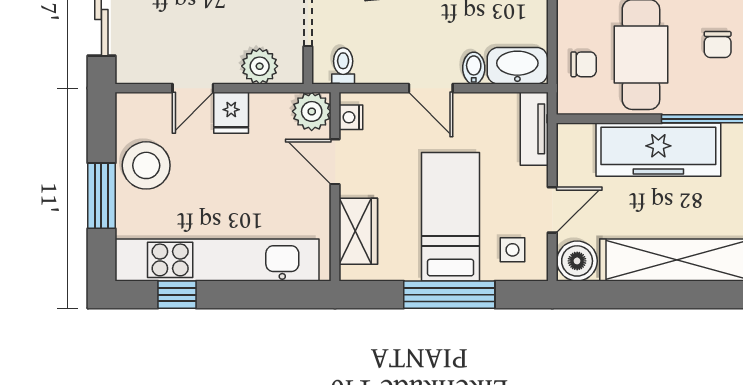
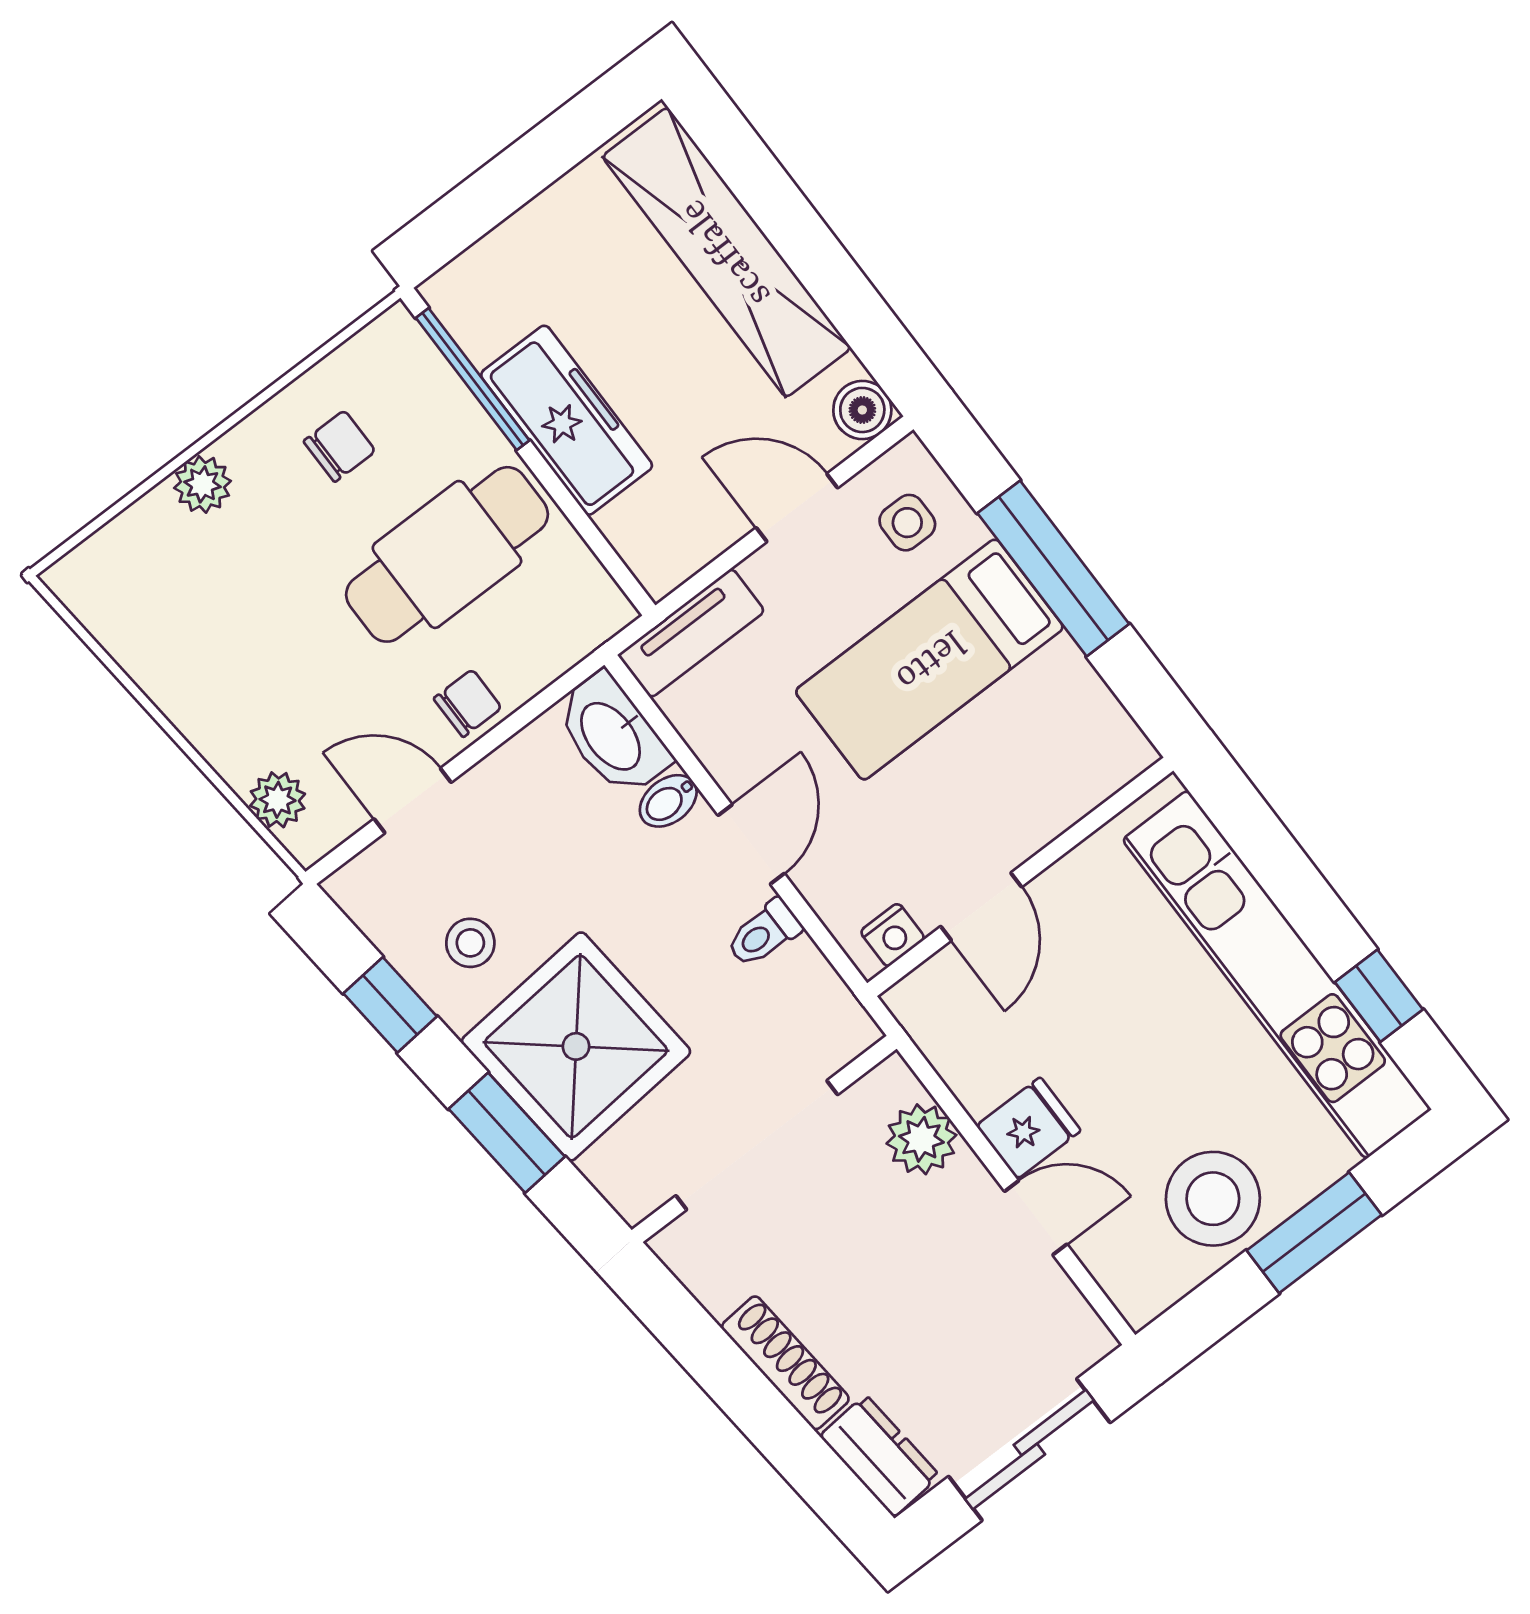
chair: (584, 64) -> (468, 703), moved, turned 90
toilet: (343, 66) -> (764, 933), moved
plant: (312, 111) -> (930, 1003), removed
freezer: (658, 150) -> (567, 420), width x0.73, depth x0.79
wardrobe: (358, 231) -> (1063, 787), removed
boiler: (577, 261) -> (862, 410), width x0.73, depth x0.73

